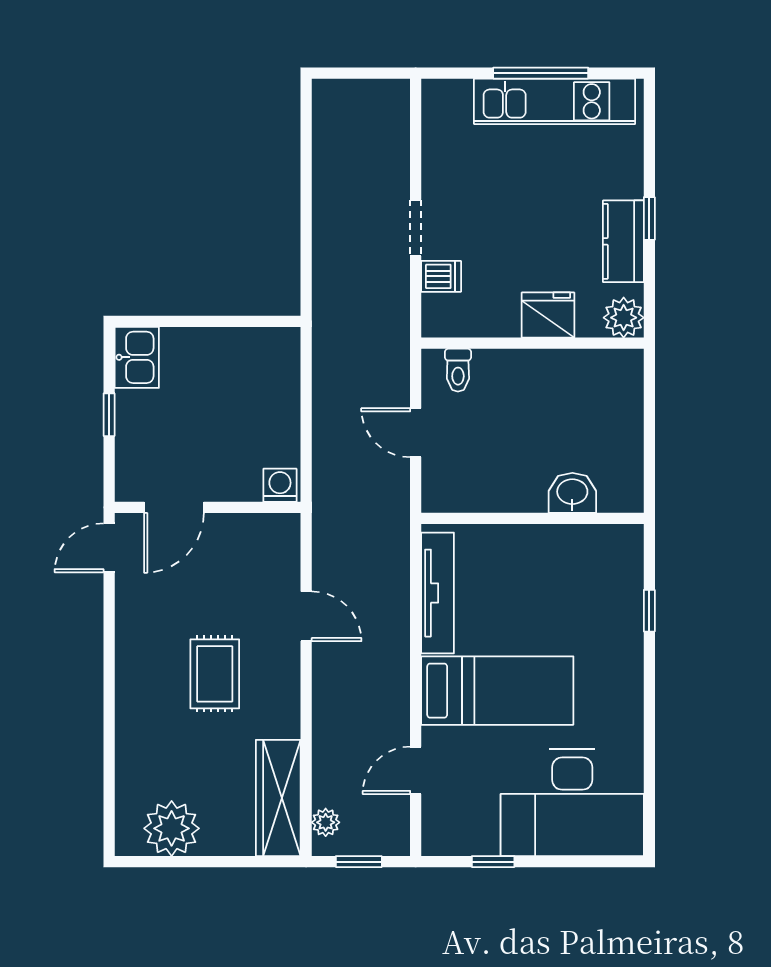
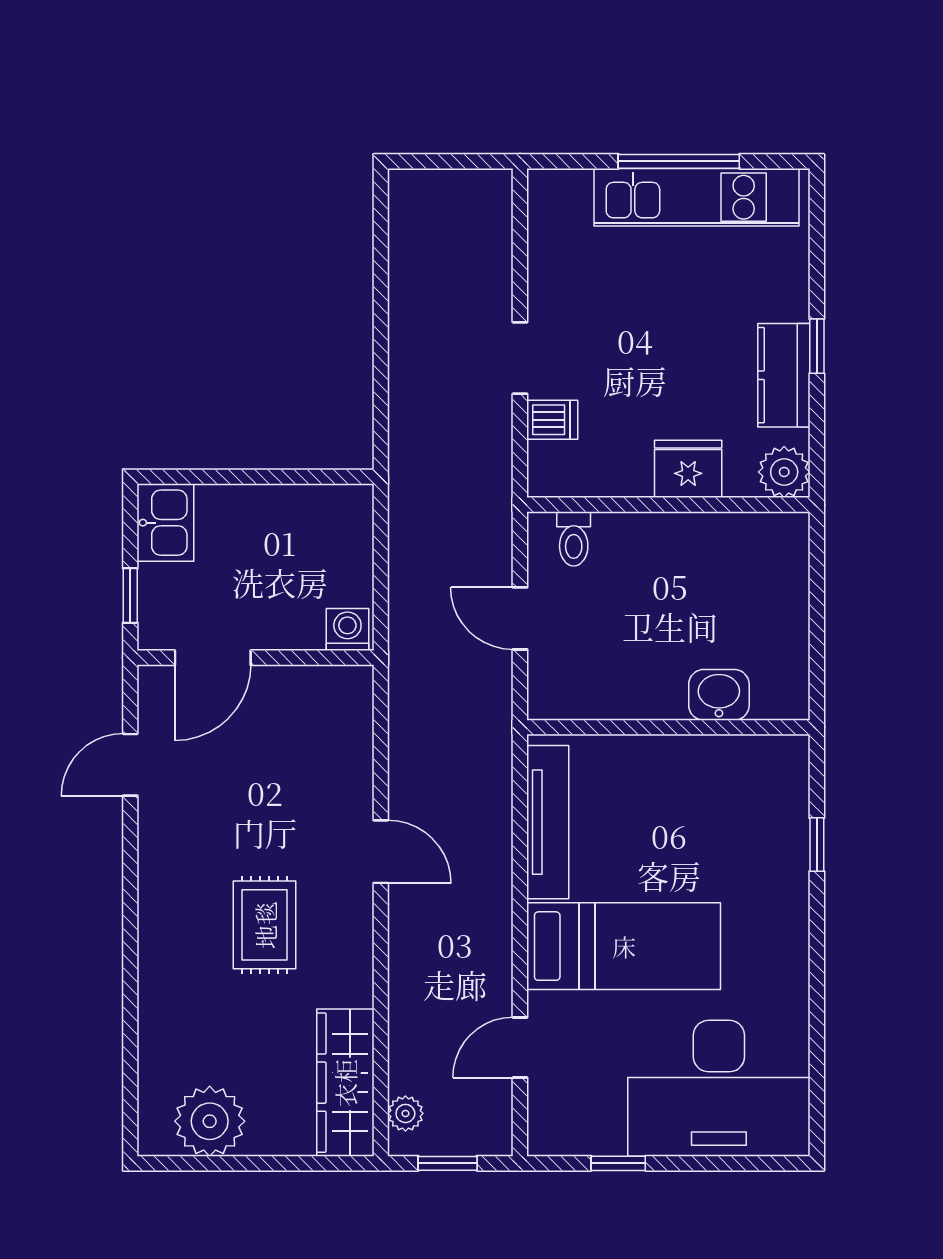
washing machine: (280, 485) -> (347, 630), moved
door: (174, 507) -> (213, 658), moved
wall: (208, 507) -> (256, 658), moved

